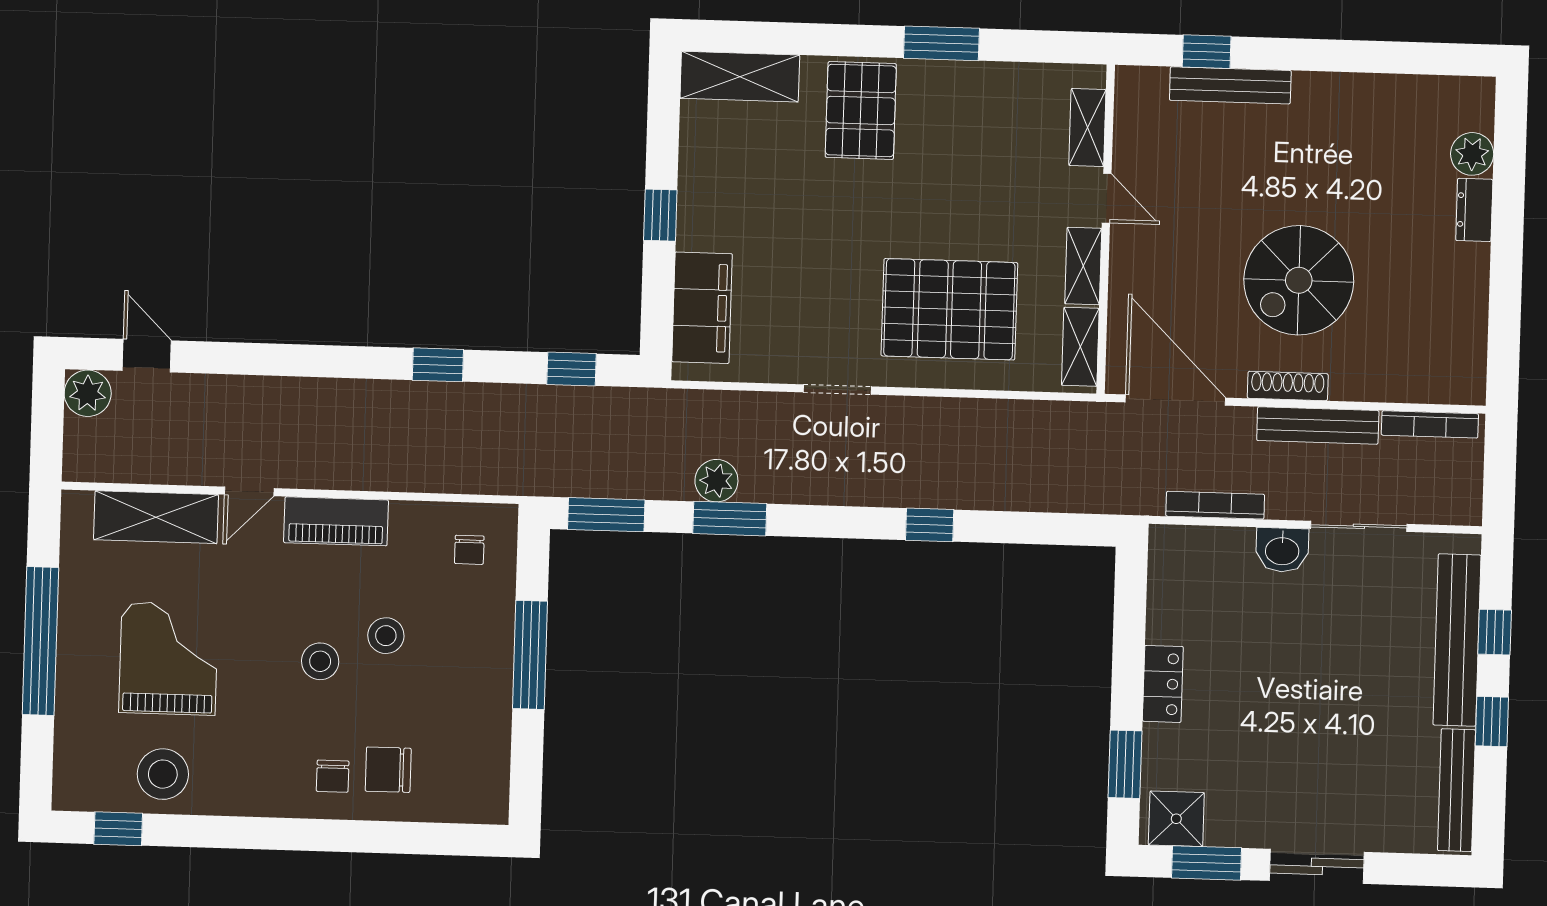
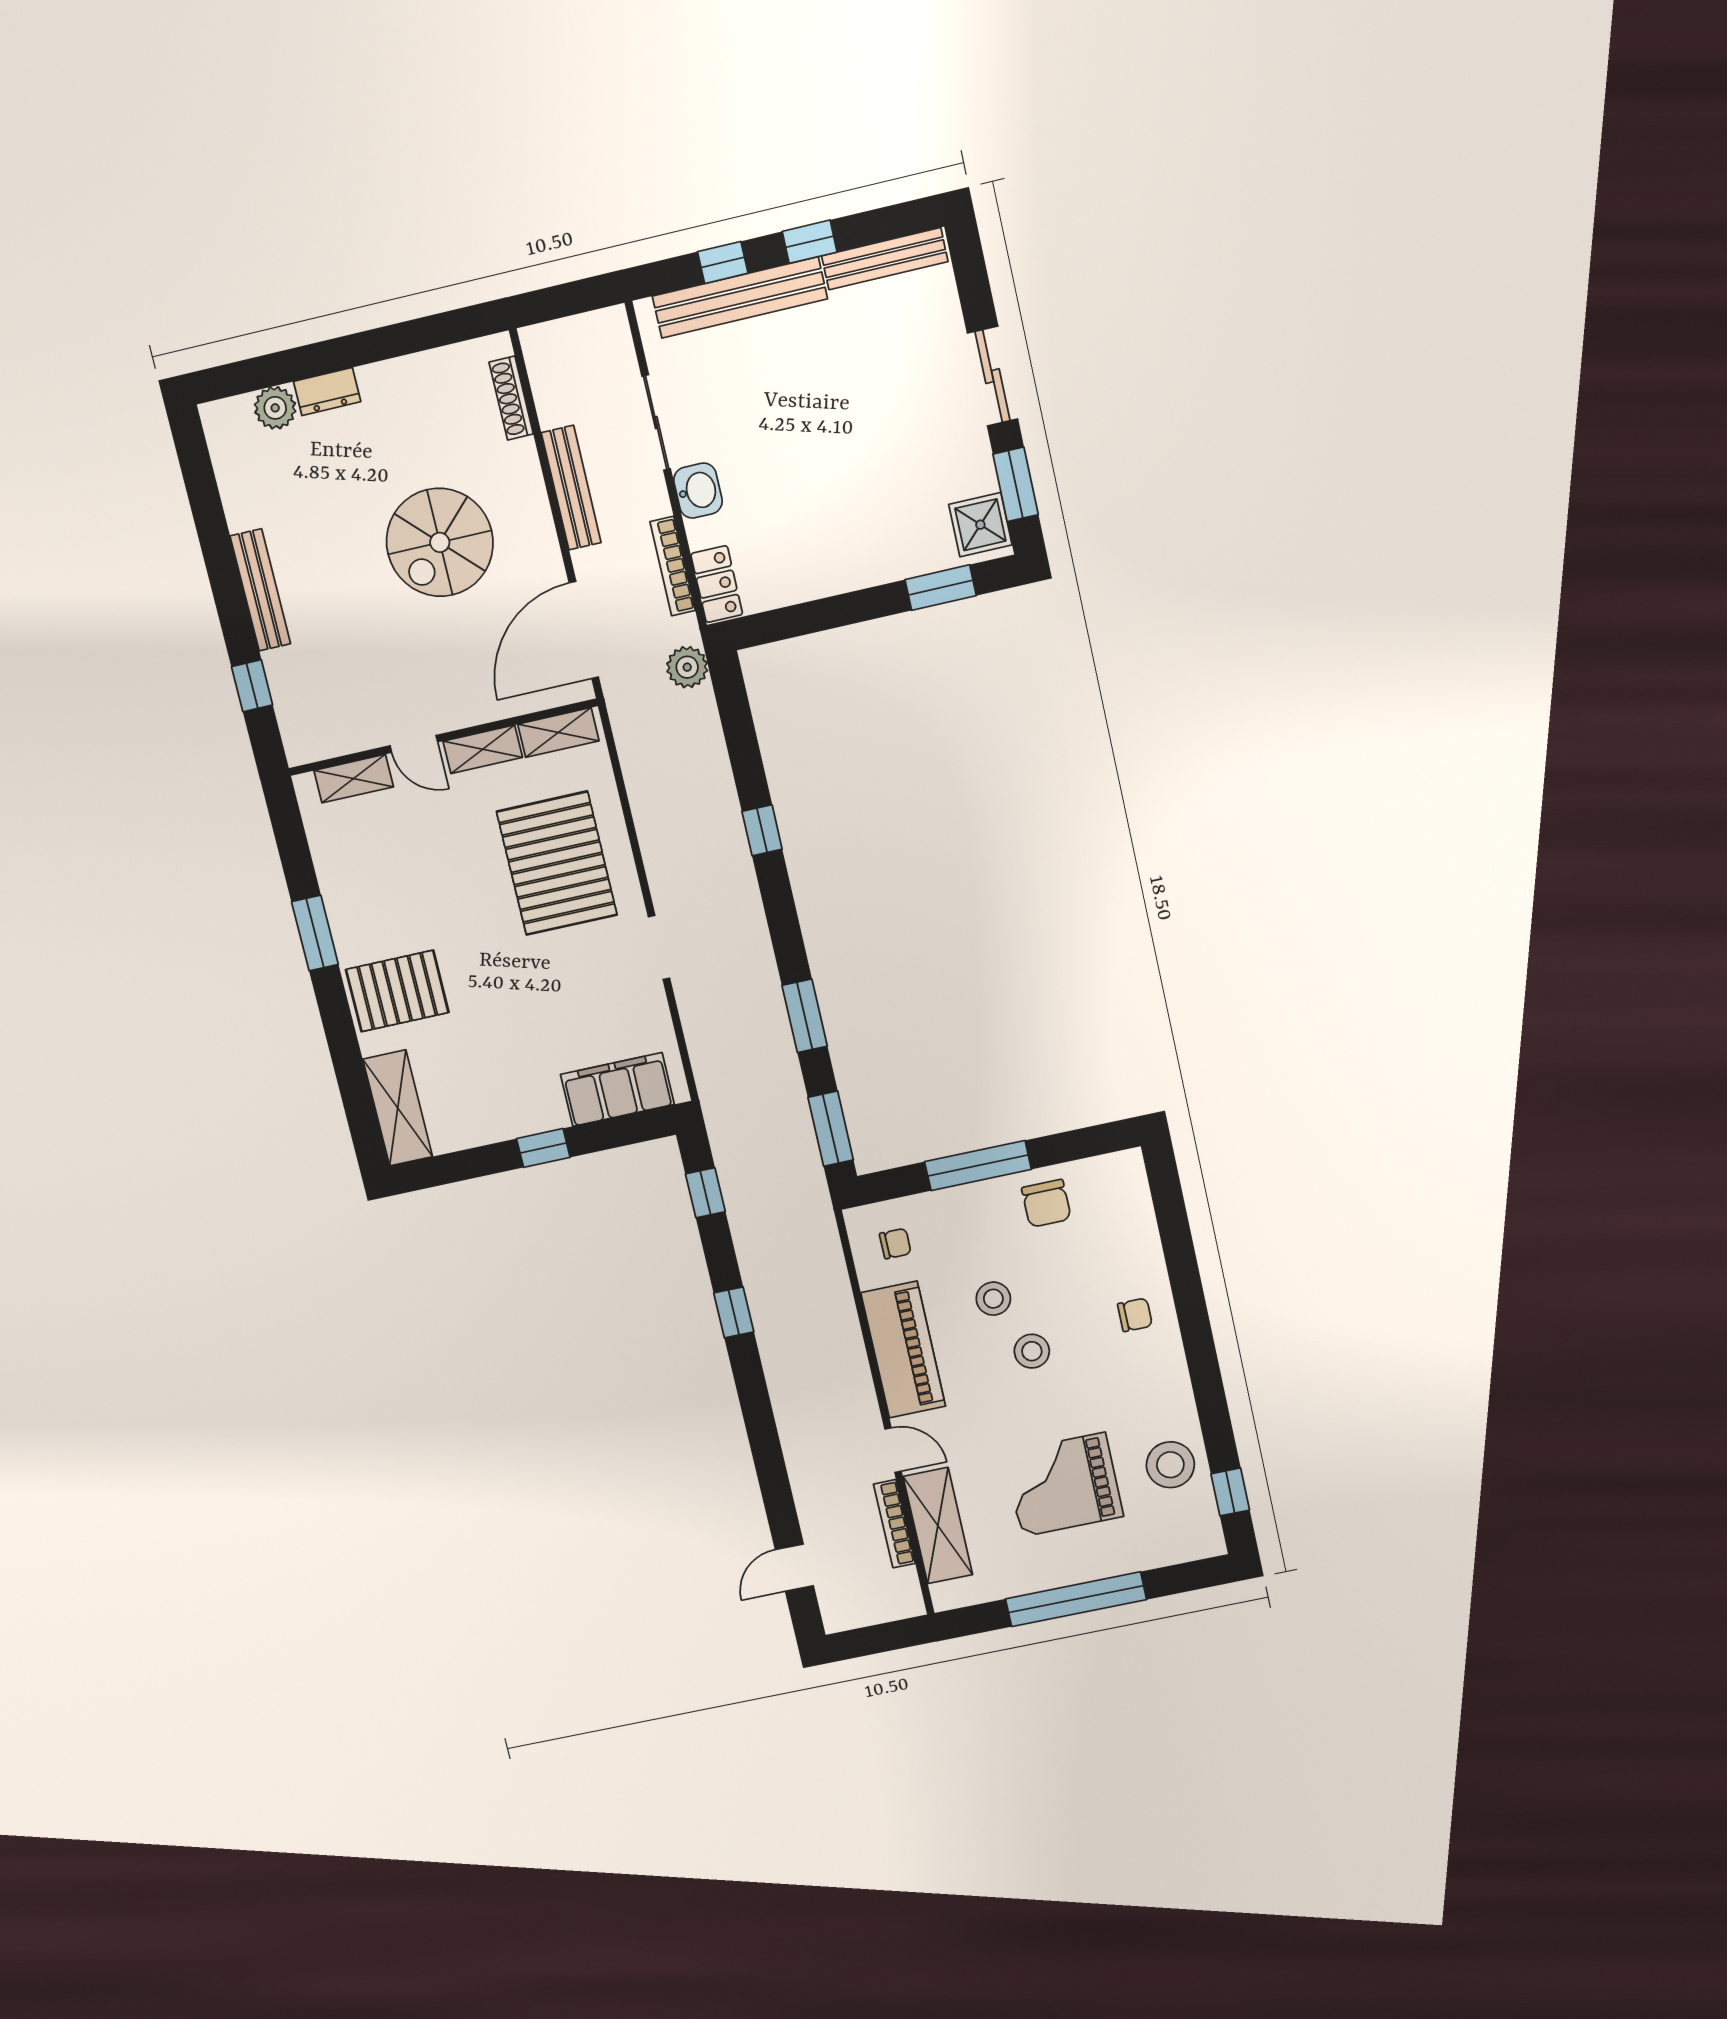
bench: (1230, 85) -> (260, 590), moved
door: (1107, 198) -> (414, 744), swing flipped
spiral stairs: (1299, 280) -> (440, 542), turned 90
shoe rack: (1288, 386) -> (511, 398), moved
plant: (88, 393) -> (842, 1611), removed
bookcase: (1430, 424) -> (894, 1524), moved, turned 180
plant: (716, 481) -> (687, 667), moved
piano: (336, 521) -> (903, 1350), width x1.37, depth x1.33
locker: (1163, 684) -> (717, 584), moved, turned 90
chair: (388, 770) -> (1046, 1203), moved

